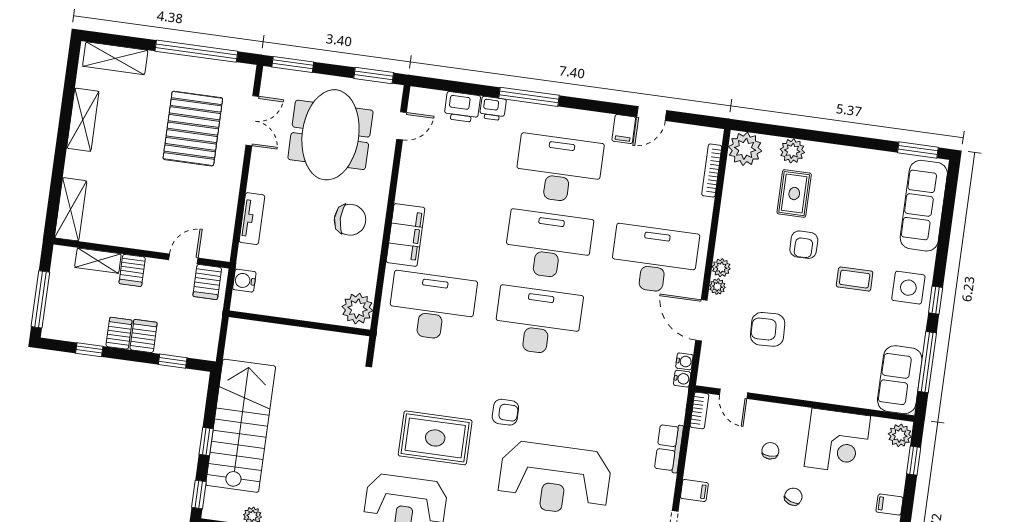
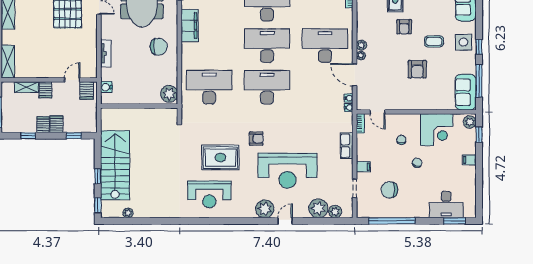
filing cabinet: (406, 235) -> (190, 26), moved
armchair: (768, 329) -> (417, 69), moved, turned -88

